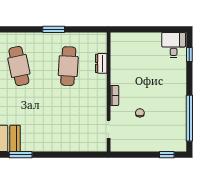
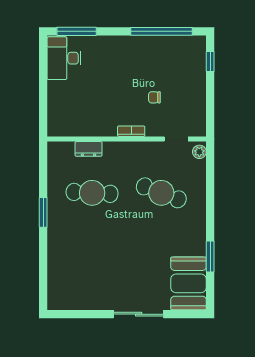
desk: (174, 45) -> (64, 58), width x1.37
window: (189, 54) -> (77, 31), width x2.17
cafe table: (19, 66) -> (161, 193), moved, turned 33
plant: (99, 147) -> (199, 152), added

